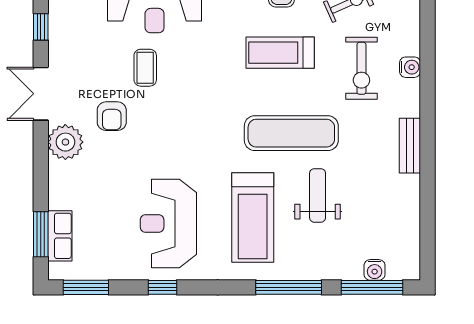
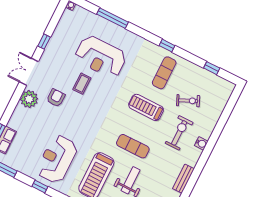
exercise bike: (361, 68) -> (179, 133), turned 180
armchair: (112, 116) -> (56, 98), turned 180
exercise mat: (291, 133) -> (133, 146), width x0.73, depth x0.69

